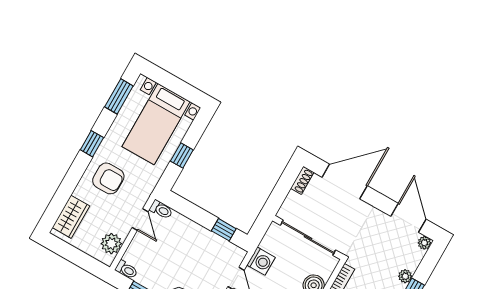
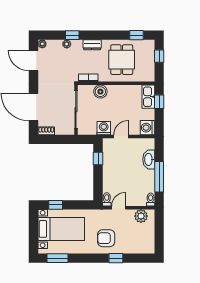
window: (92, 144) -> (116, 258), moved
window: (182, 156) -> (56, 205), moved
armchair: (108, 178) -> (106, 238), turned -90
wardrobe: (71, 217) -> (139, 247), removed
door: (408, 218) -> (34, 61), hinge flipped

